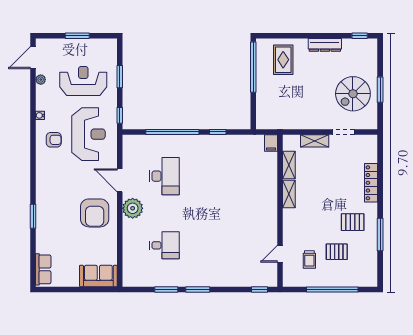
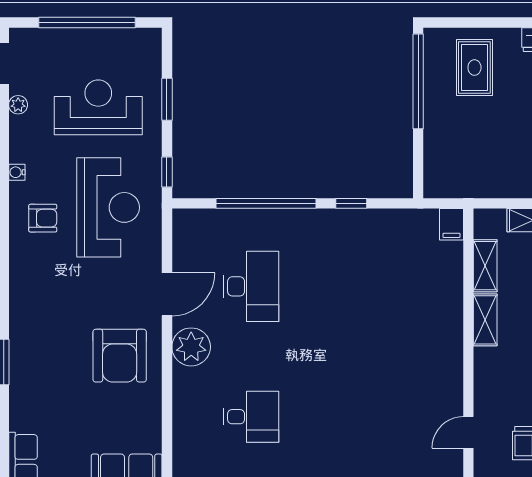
window: (77, 36) -> (87, 23), width x2.11
door: (120, 180) -> (167, 294), swing flipped

